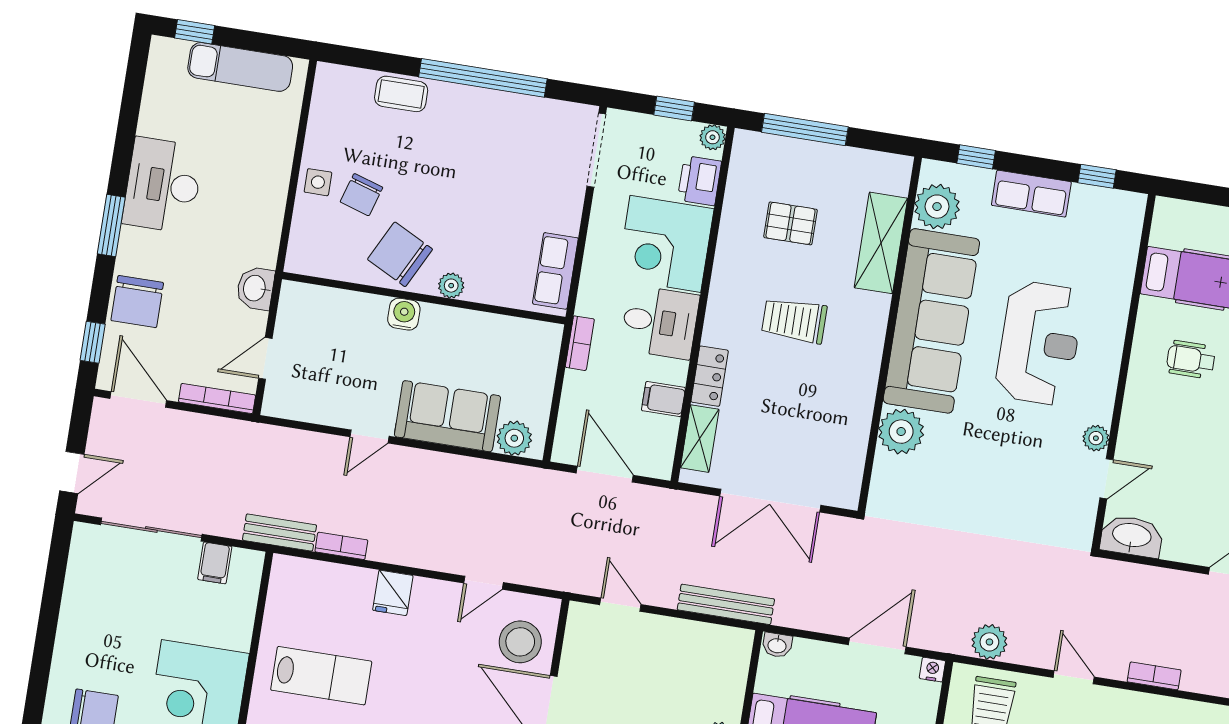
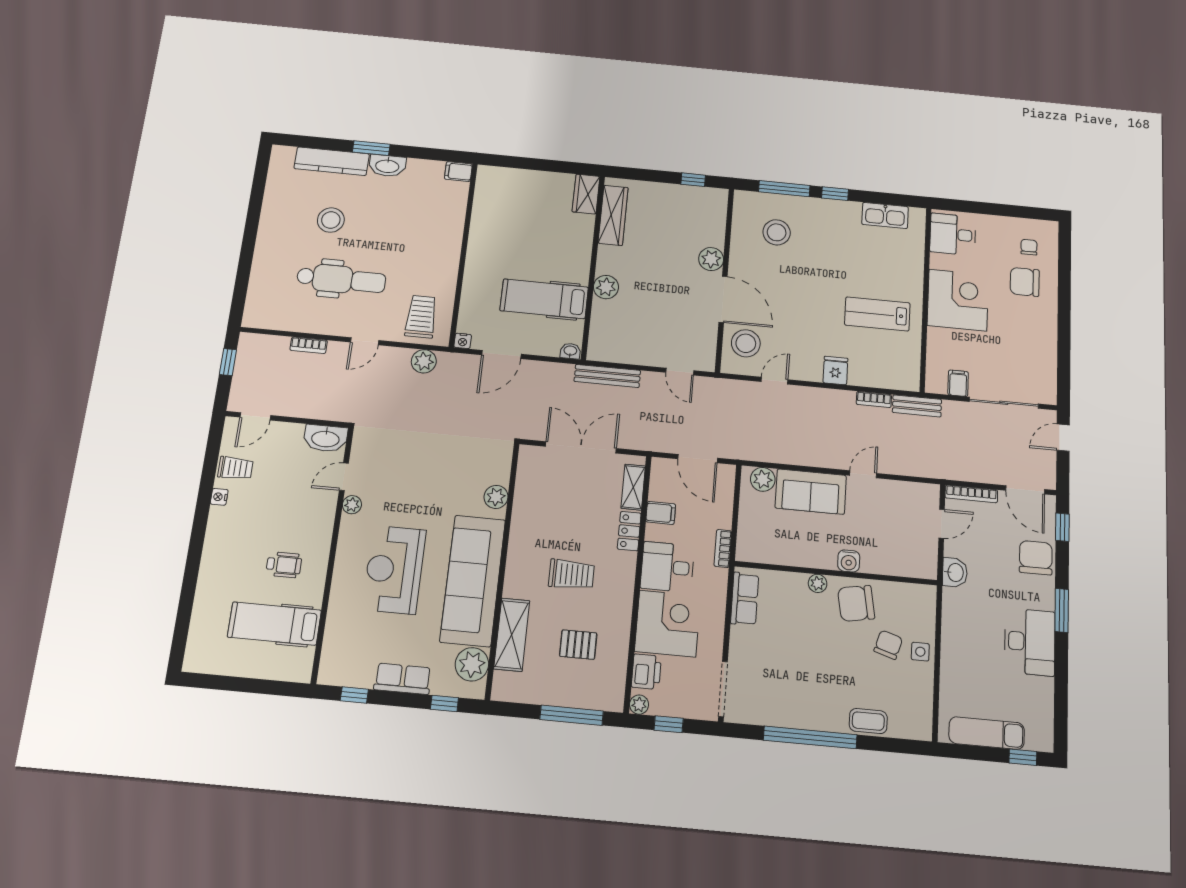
chair: (400, 254) -> (856, 603), turned 143
plant: (901, 432) -> (496, 497), width x0.73, depth x0.73
door: (1074, 677) -> (365, 341), hinge flipped

